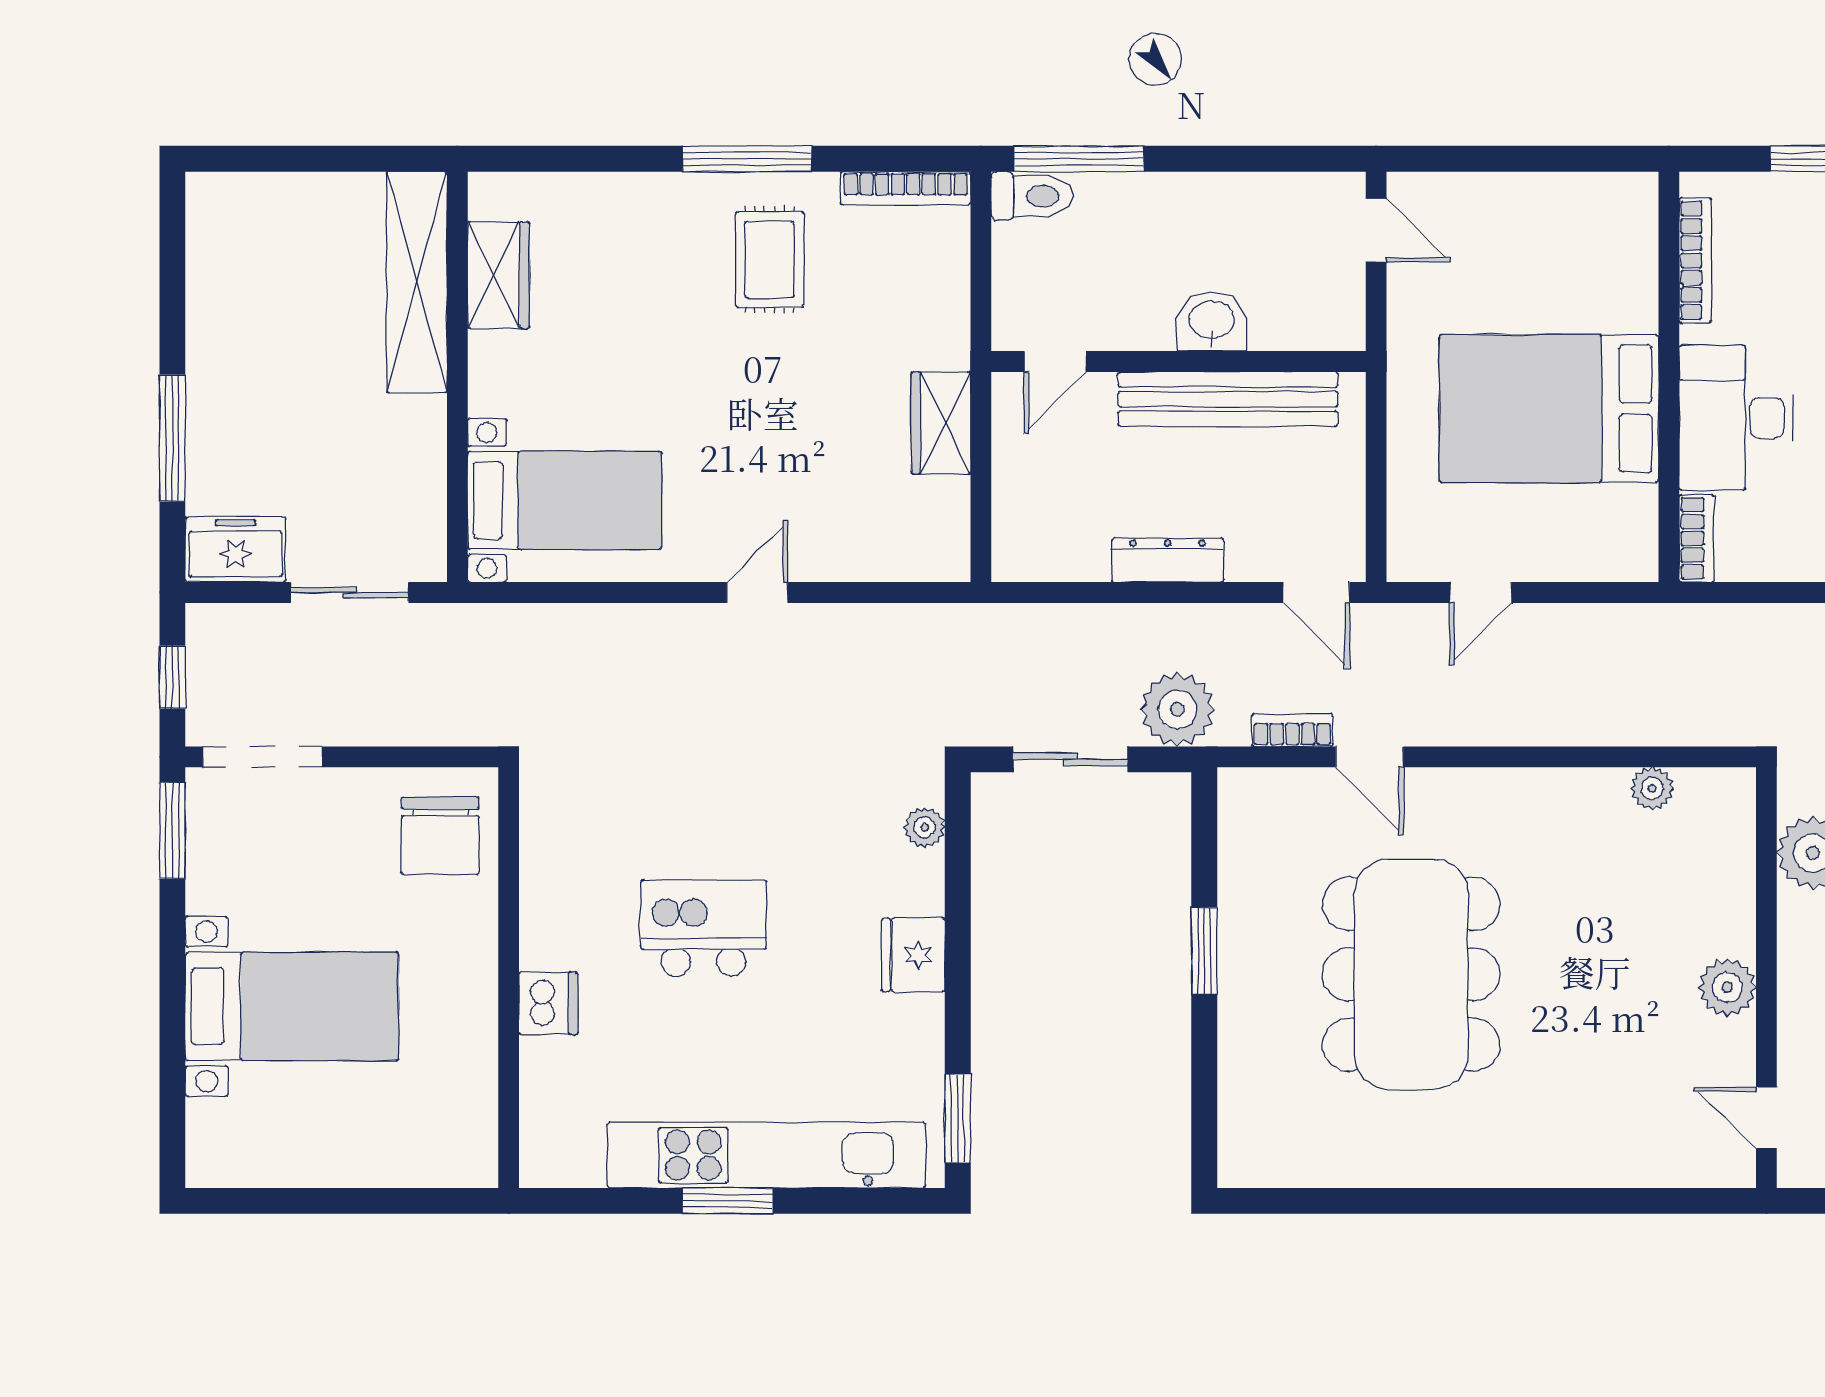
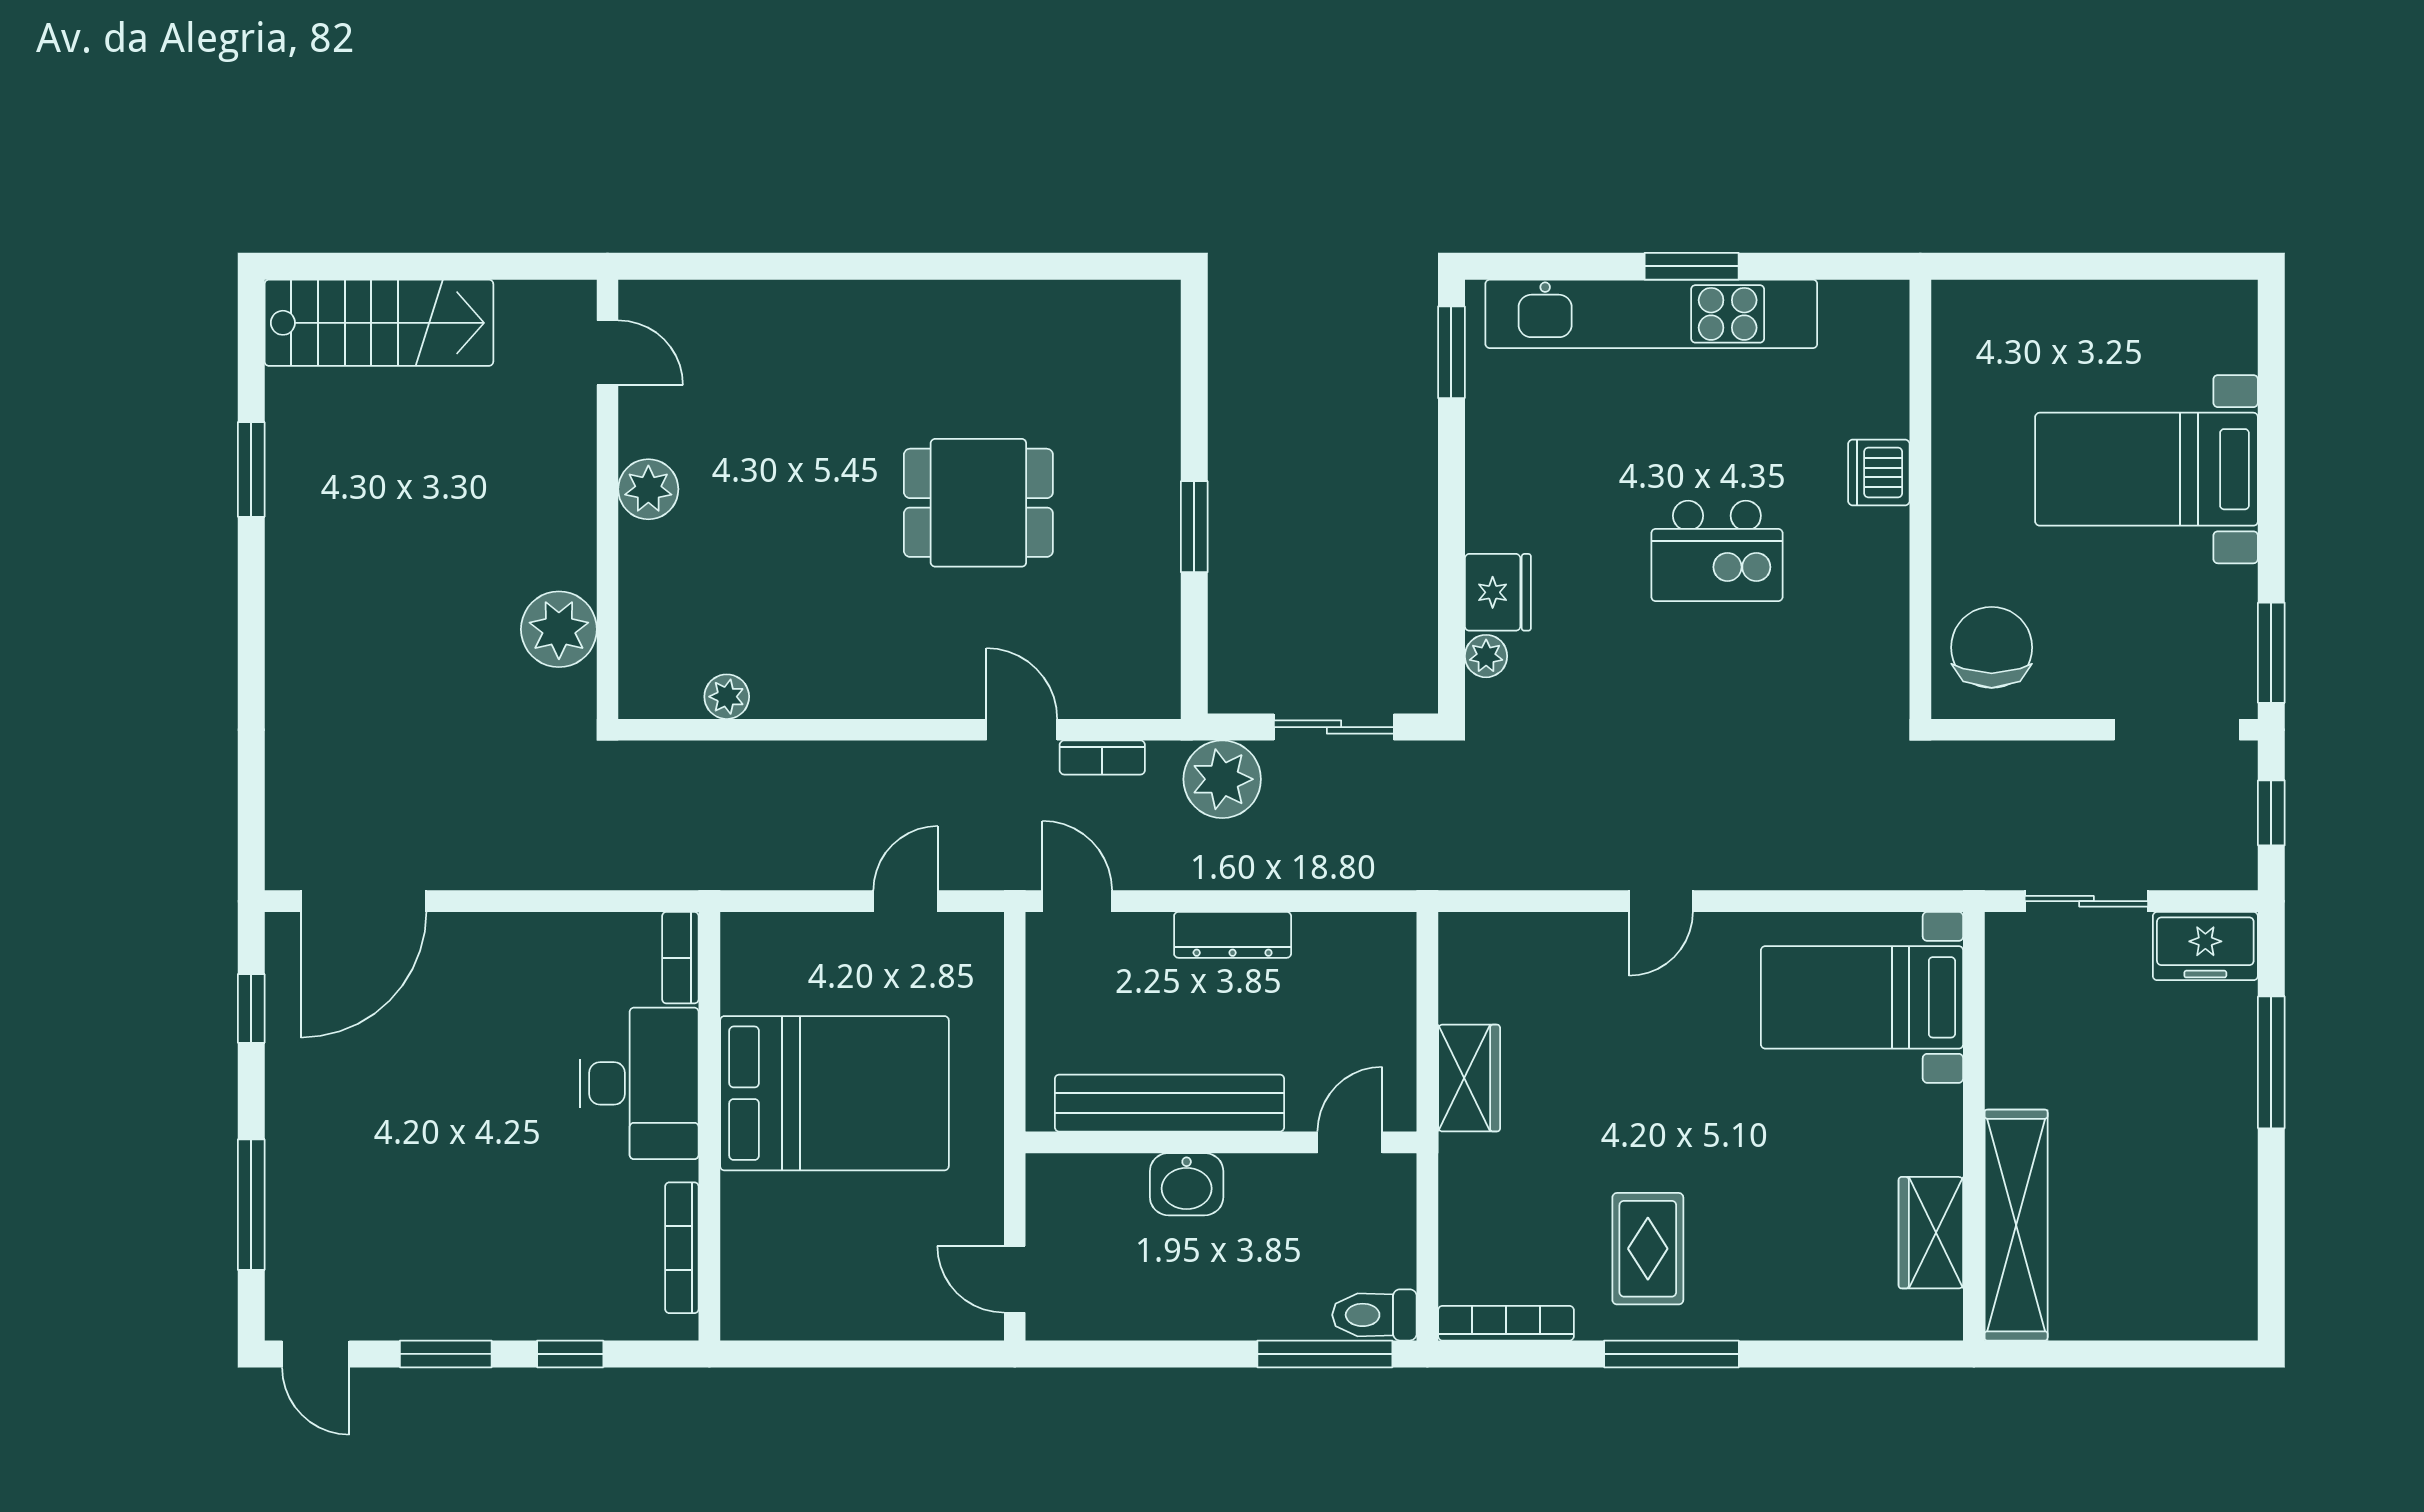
fridge: (913, 955) -> (1498, 592), moved
dining table: (1411, 974) -> (978, 503), width x0.53, depth x0.80

